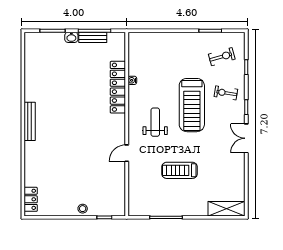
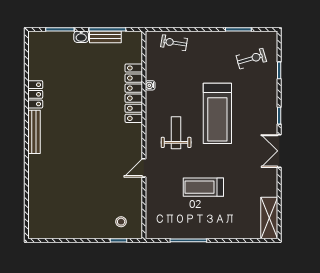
exercise bike: (226, 93) -> (174, 43), moved
locker: (31, 199) -> (35, 94), moved
stool: (83, 209) -> (121, 222), moved
shelving: (227, 209) -> (269, 218), moved, turned 90

